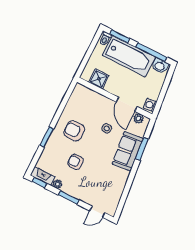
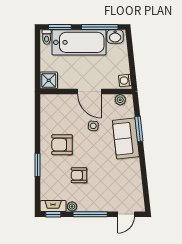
shower: (99, 79) -> (49, 80), moved
door: (127, 104) -> (89, 92), moved
window: (69, 197) -> (90, 214), width x1.44

